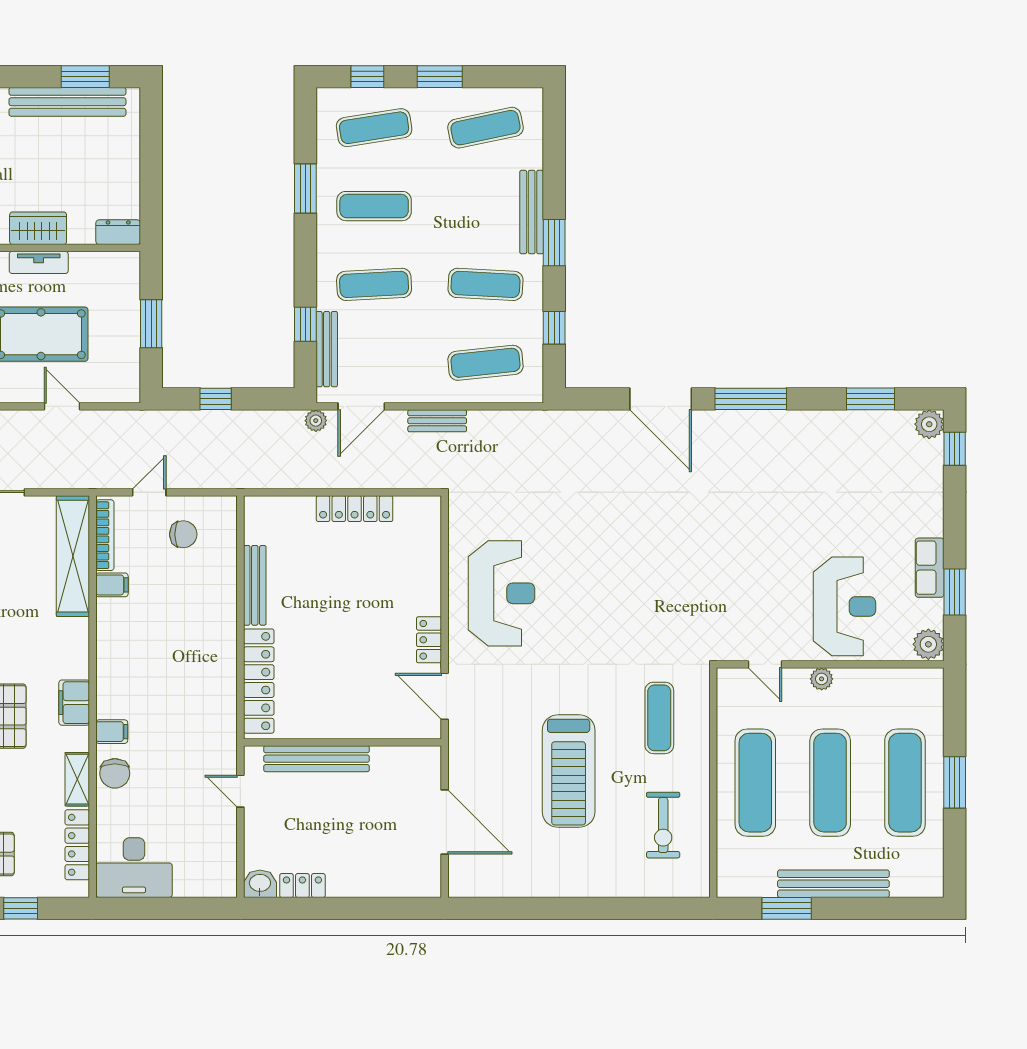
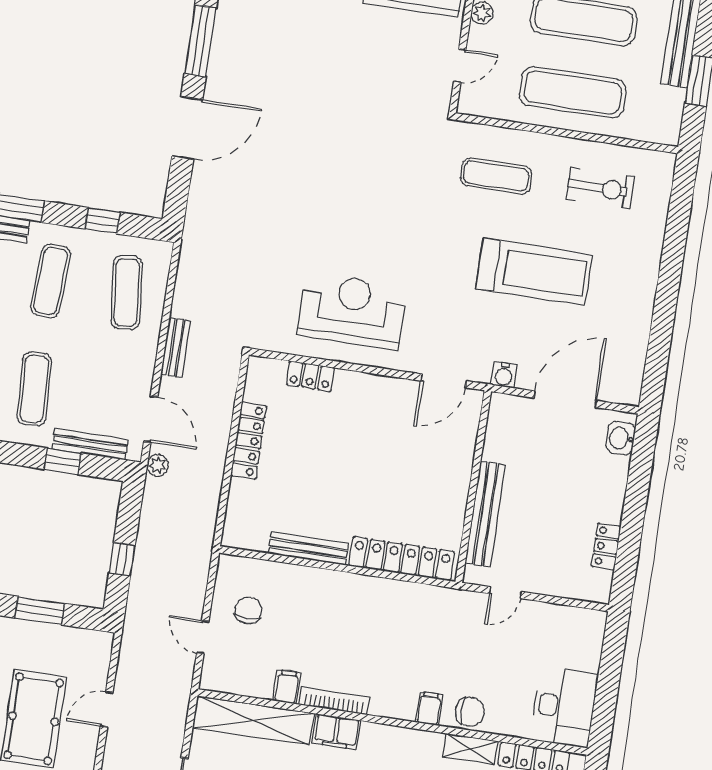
bookcase: (105, 535) -> (334, 701), moved
locker: (429, 640) -> (310, 376), moved
filing cabinet: (74, 703) -> (336, 732), moved
water cooler: (460, 756) -> (504, 375), added
washbasin: (260, 884) -> (621, 438), moved

